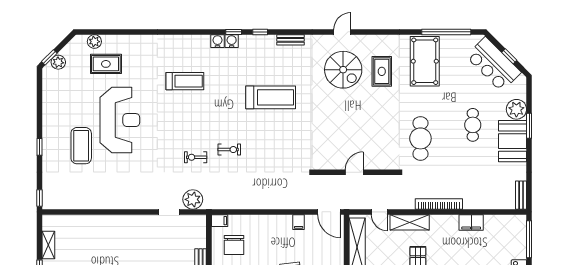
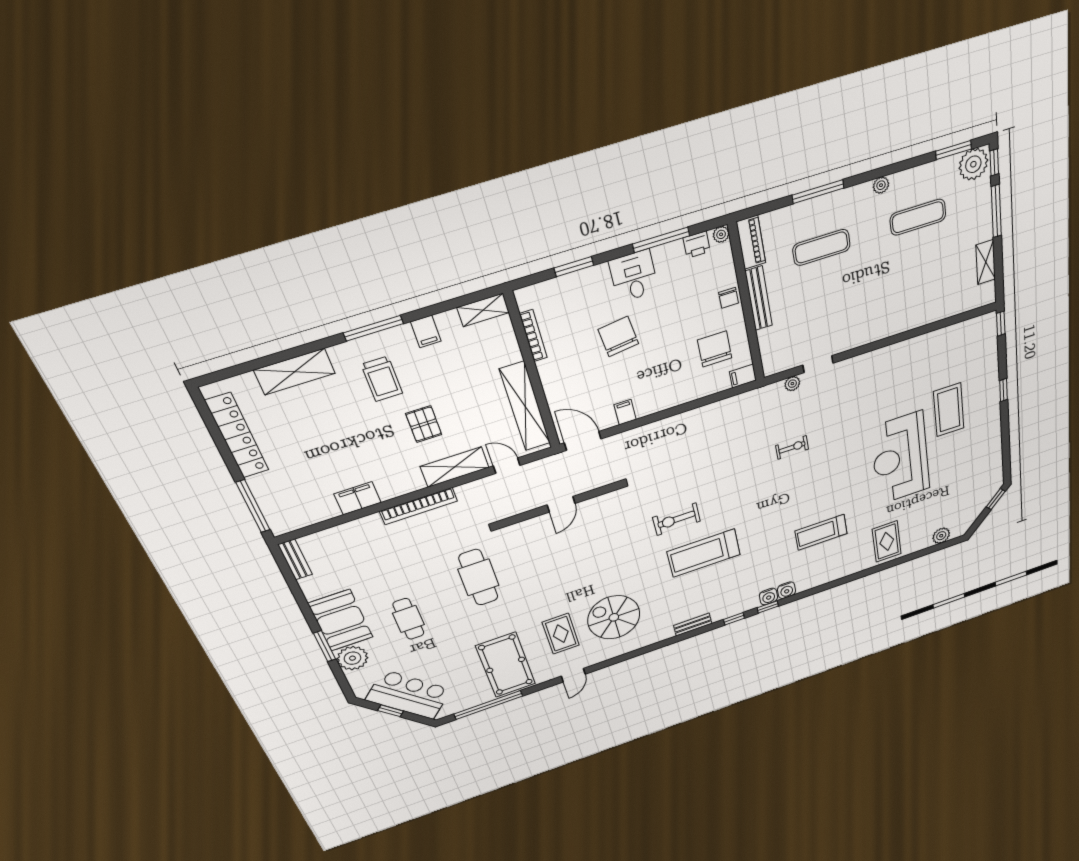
door: (342, 32) -> (573, 675), moved
plant: (58, 62) -> (984, 498), removed
rug: (106, 64) -> (887, 541), moved, turned 90
exercise bike: (229, 150) -> (677, 519), moved, width x1.38, depth x1.39
plant: (193, 199) -> (792, 384), width x0.53, depth x0.53

